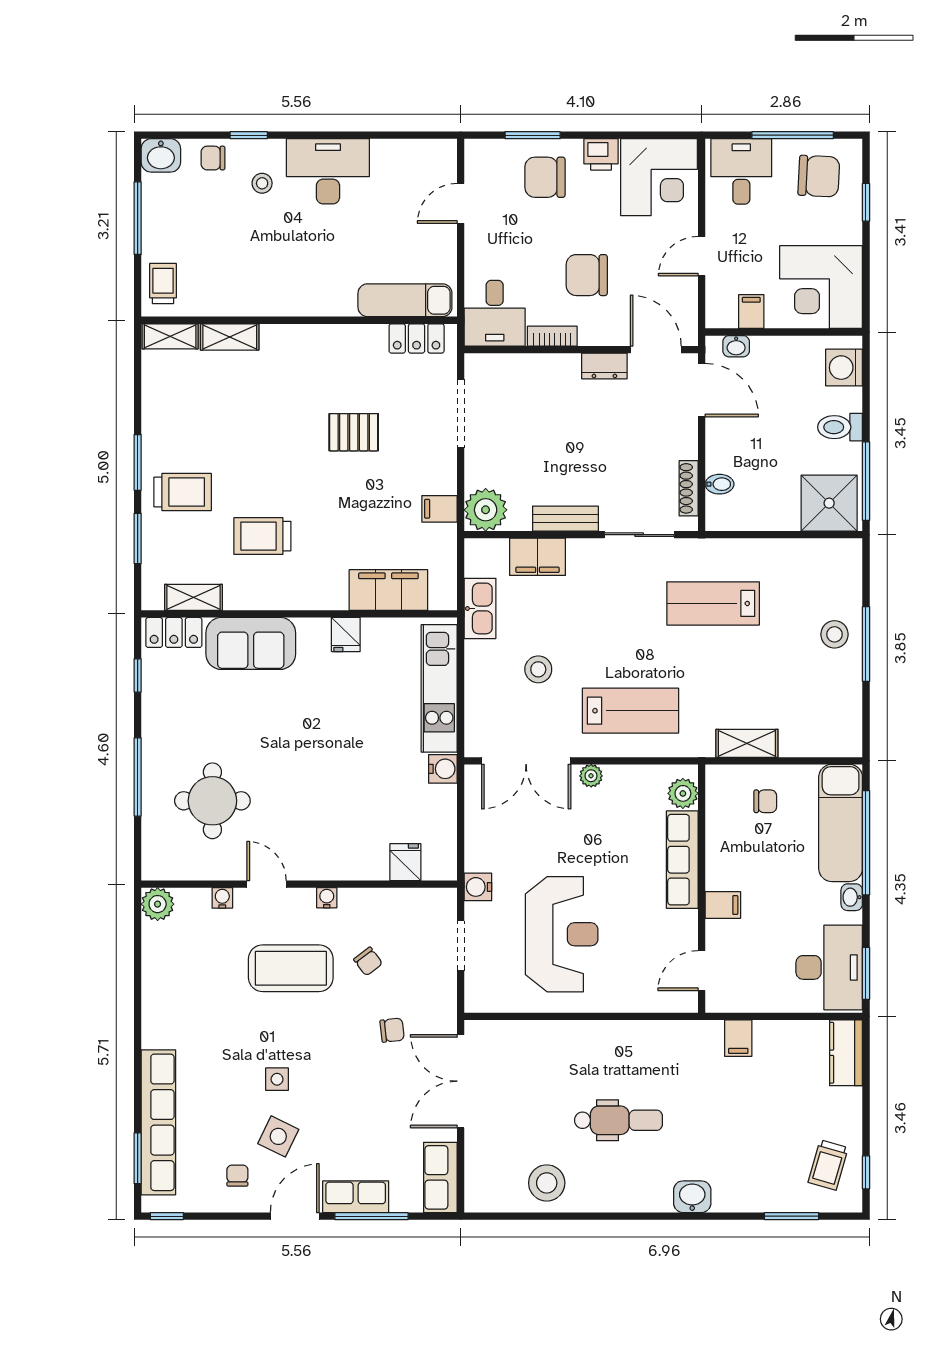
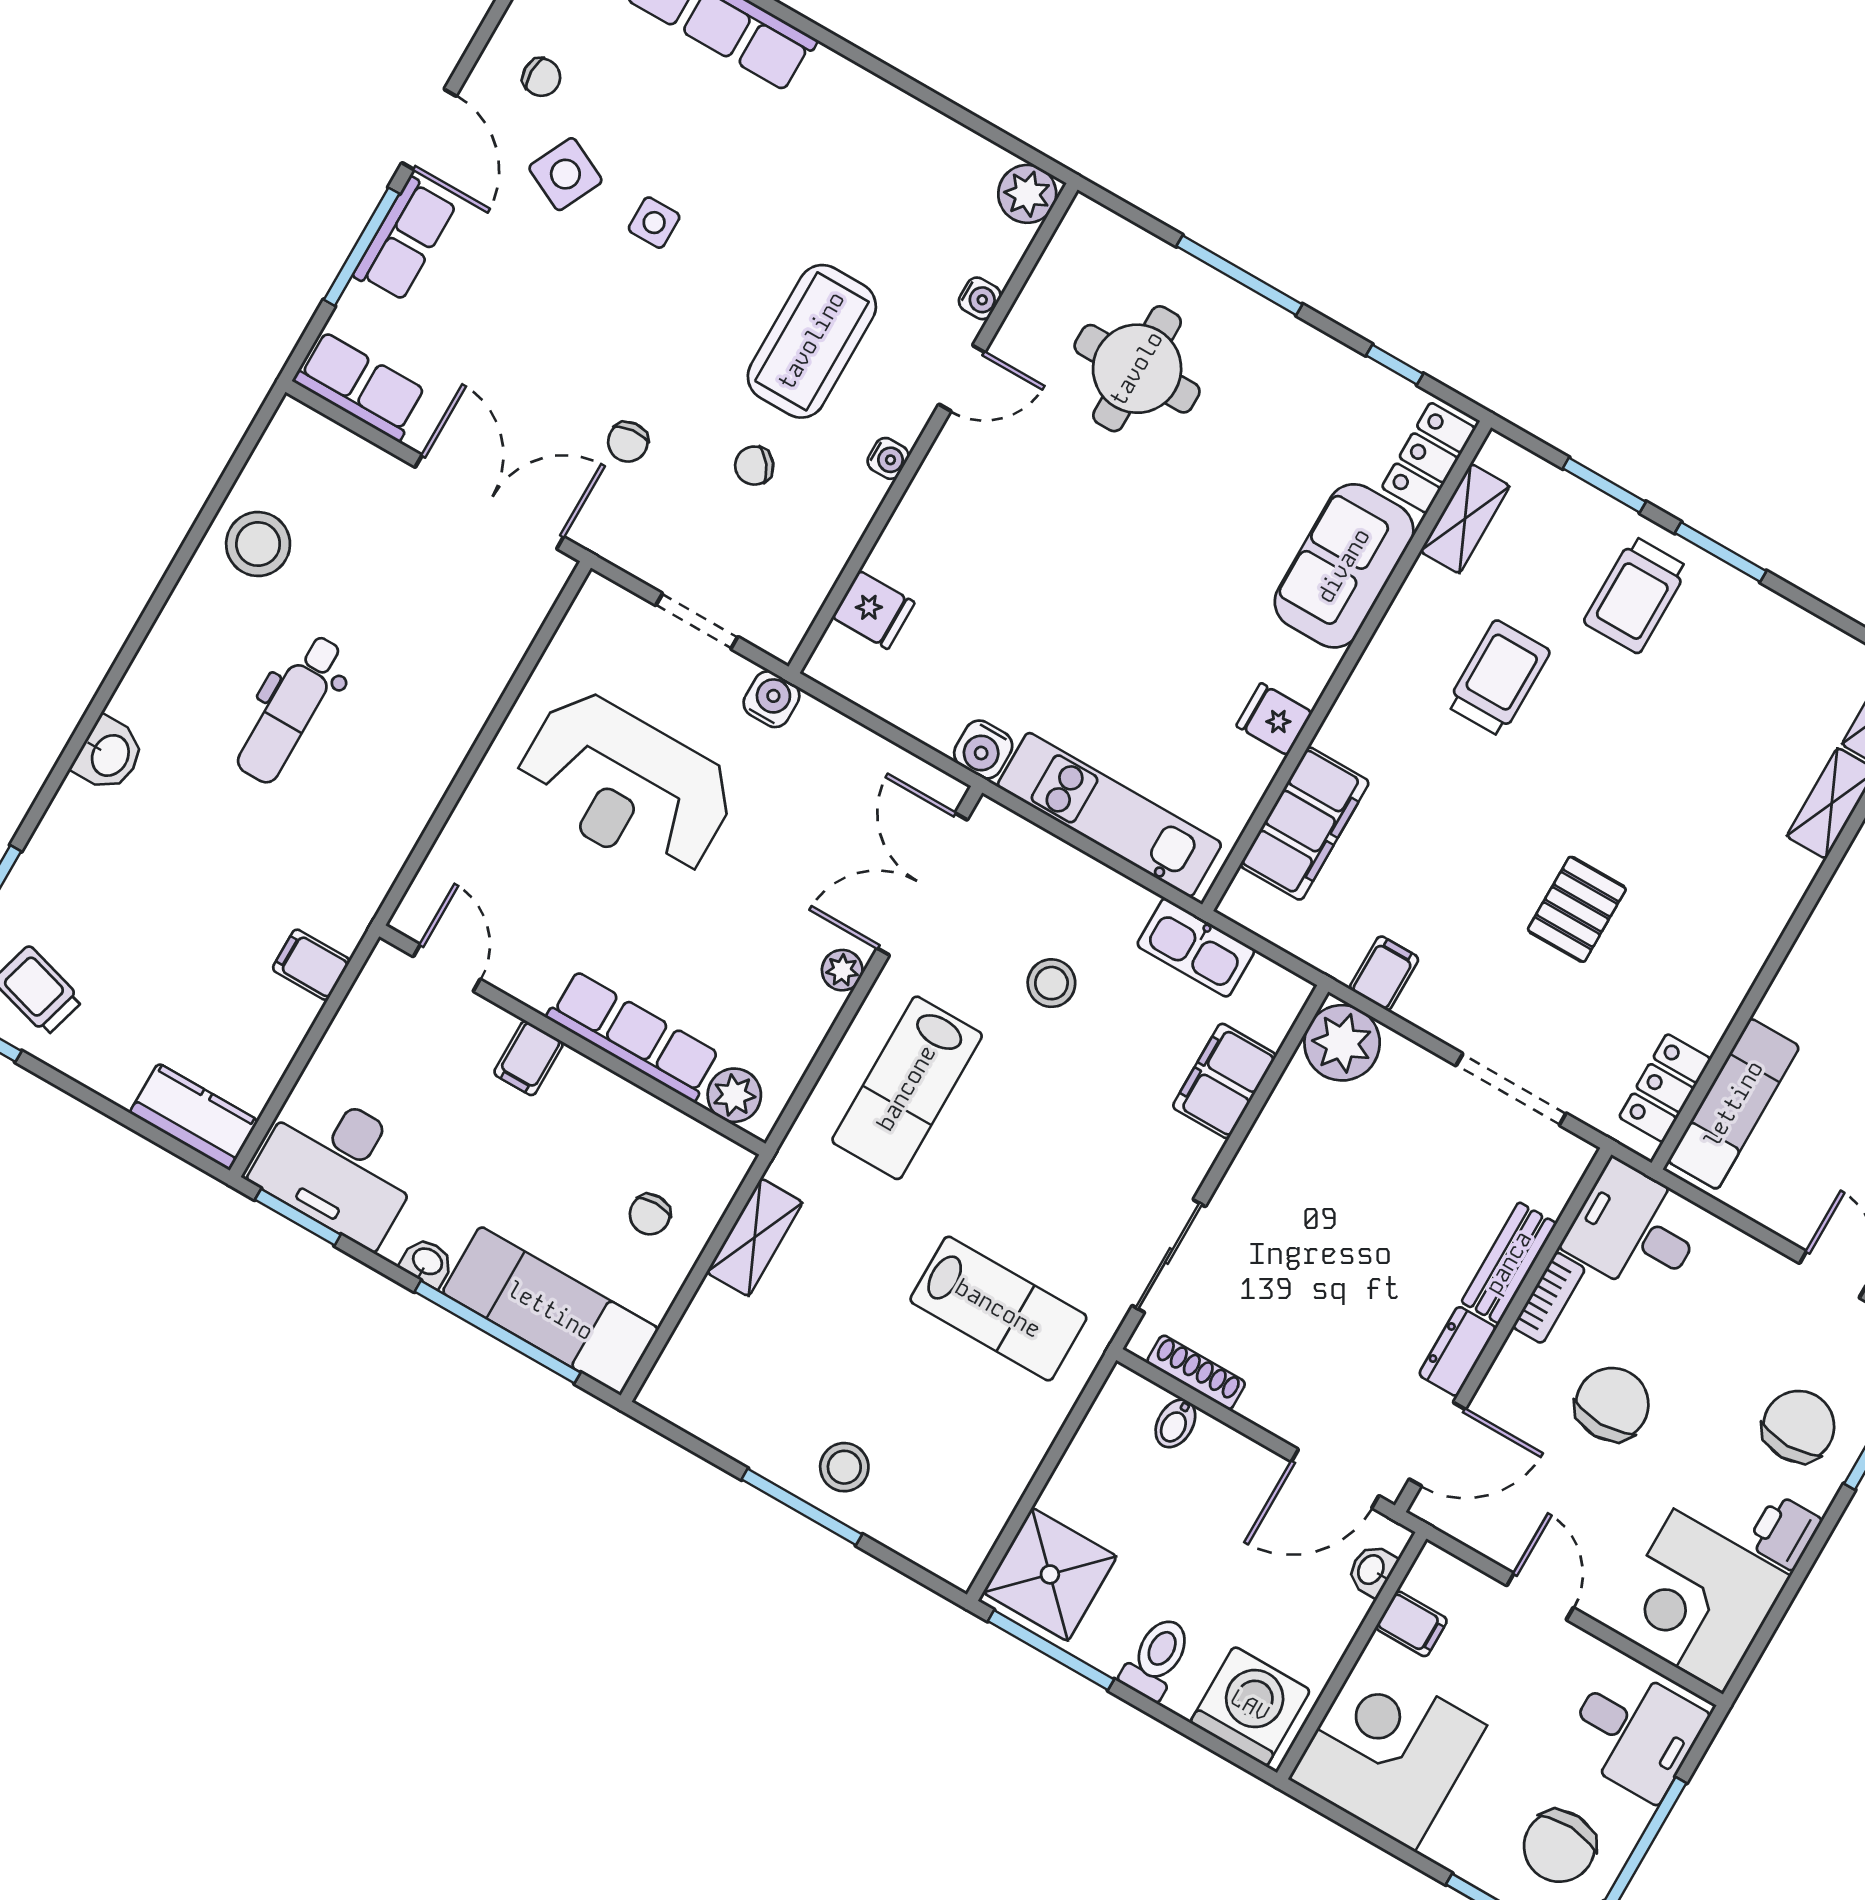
washing machine: (844, 368) -> (1250, 1706), width x1.37, depth x1.37
bench: (565, 519) -> (1509, 1263), moved
lab bench: (713, 603) -> (998, 1309), turned 90

